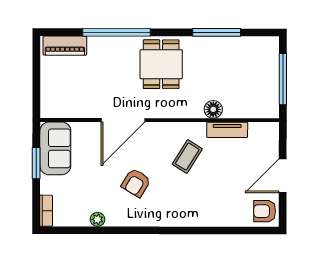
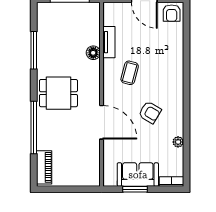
sofa: (55, 148) -> (138, 175), moved
coffee table: (187, 157) -> (130, 73), turned 73

